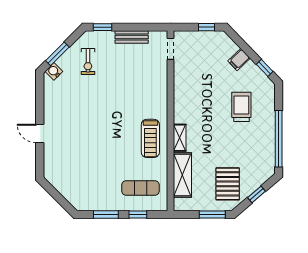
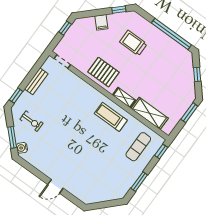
treadmill: (150, 138) -> (111, 117), turned 180
pallet: (228, 184) -> (103, 72), moved
window: (138, 215) -> (161, 151), moved

